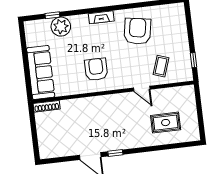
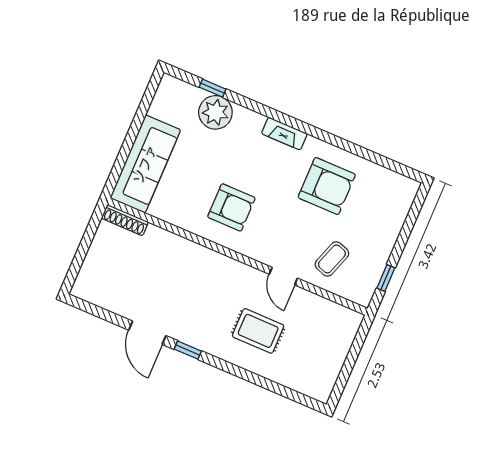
armchair: (137, 31) -> (327, 186), turned 80
armchair: (96, 69) -> (231, 207), turned 90
rug: (166, 123) -> (258, 331), moved

